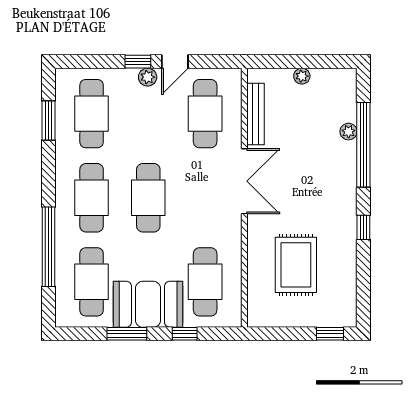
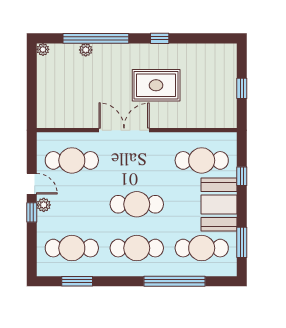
plant: (302, 76) -> (43, 49), moved
bench: (256, 114) -> (72, 122), removed
rug: (296, 265) -> (156, 85), moved
window: (127, 334) -> (242, 242), moved
window: (330, 334) -> (242, 88), moved

